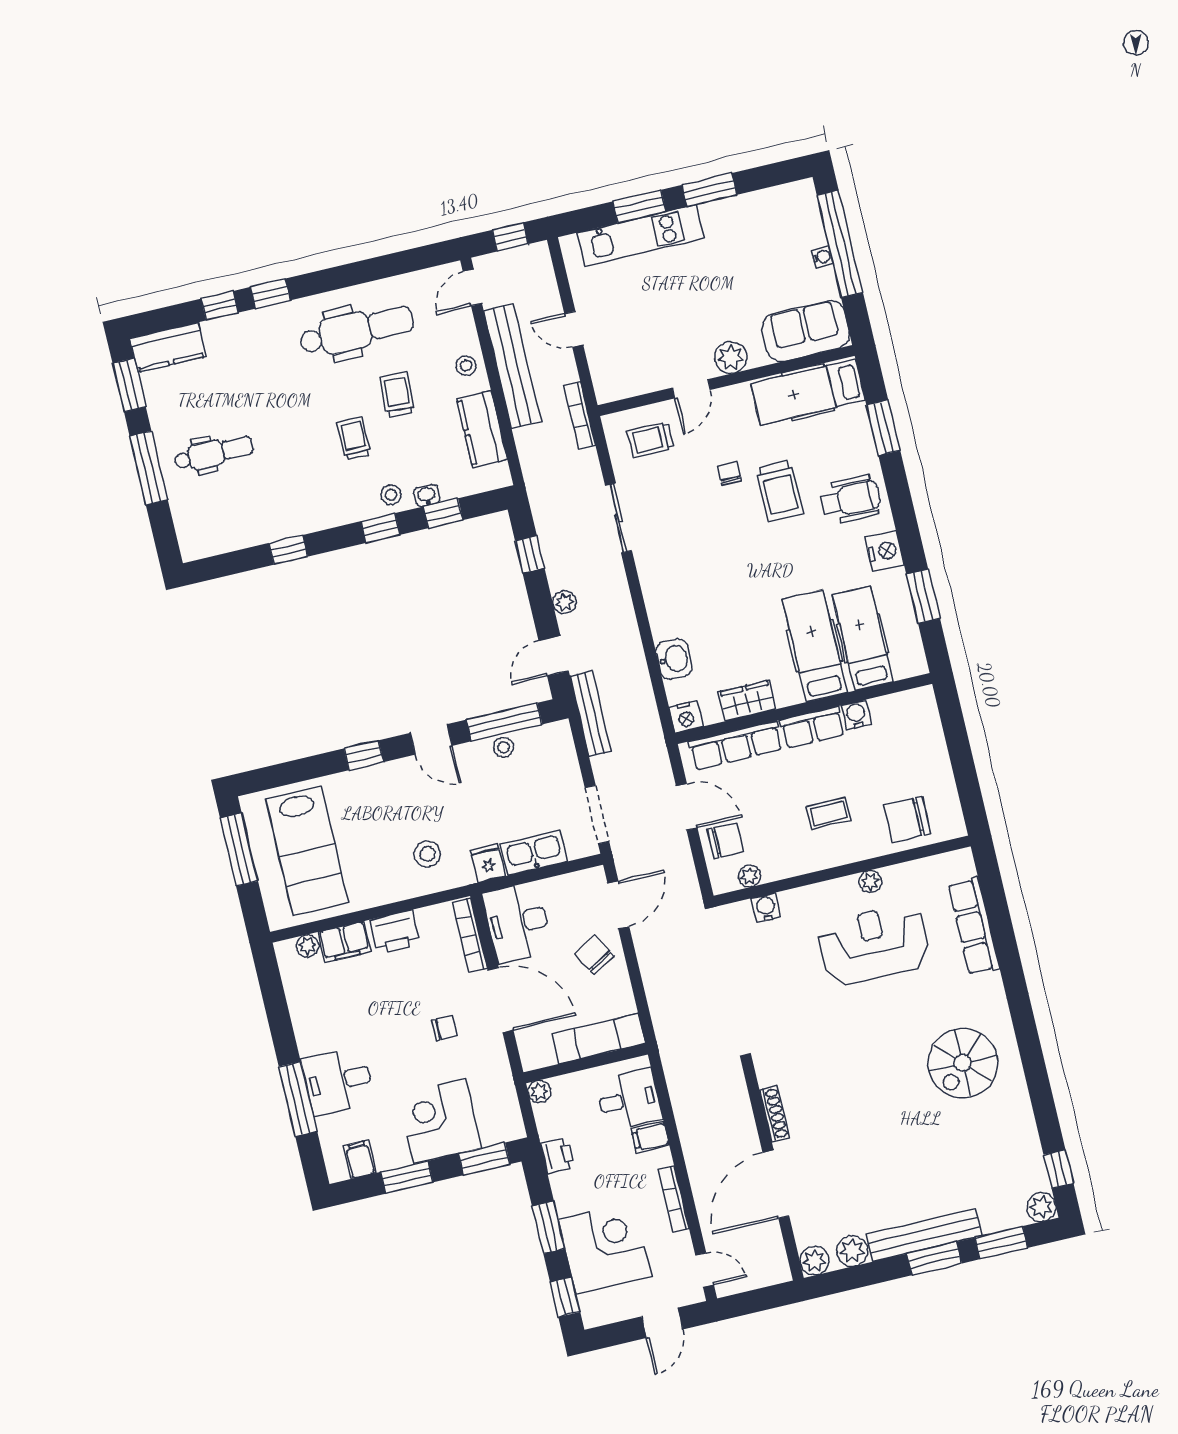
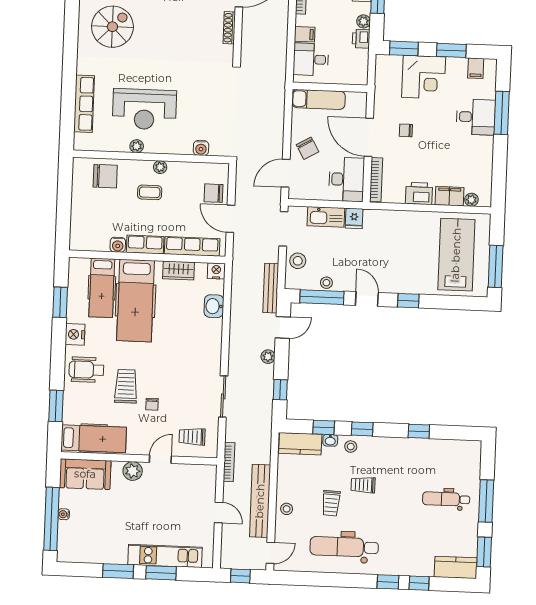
kitchen counter: (482, 429) -> (300, 444), moved, turned 90
trolley: (354, 438) -> (363, 485), turned 90
trolley: (651, 439) -> (192, 437), turned 180
hospital bed: (815, 646) -> (136, 301), width x1.37, depth x1.29
stool: (427, 854) -> (298, 261), moved
plant: (749, 876) -> (160, 167), moved
plant: (539, 1092) -> (363, 21), moved

